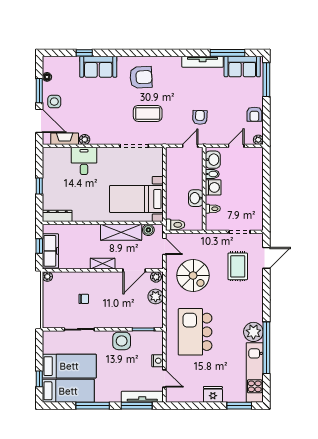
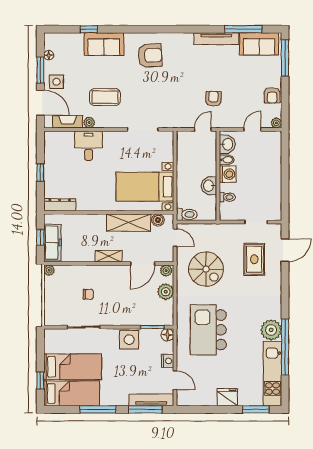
coffee table: (148, 113) -> (105, 97), moved
floor lamp: (157, 336) -> (167, 335), added

